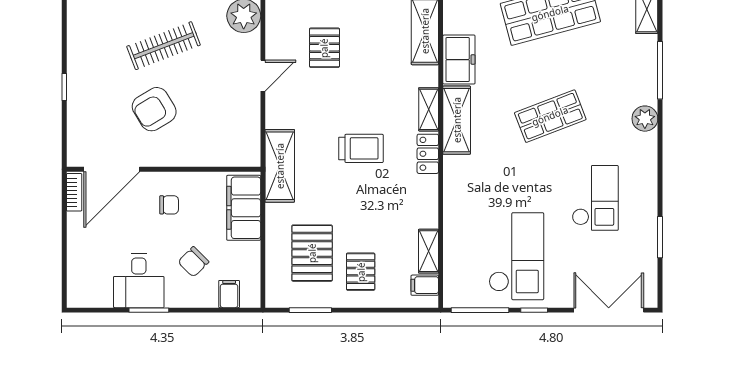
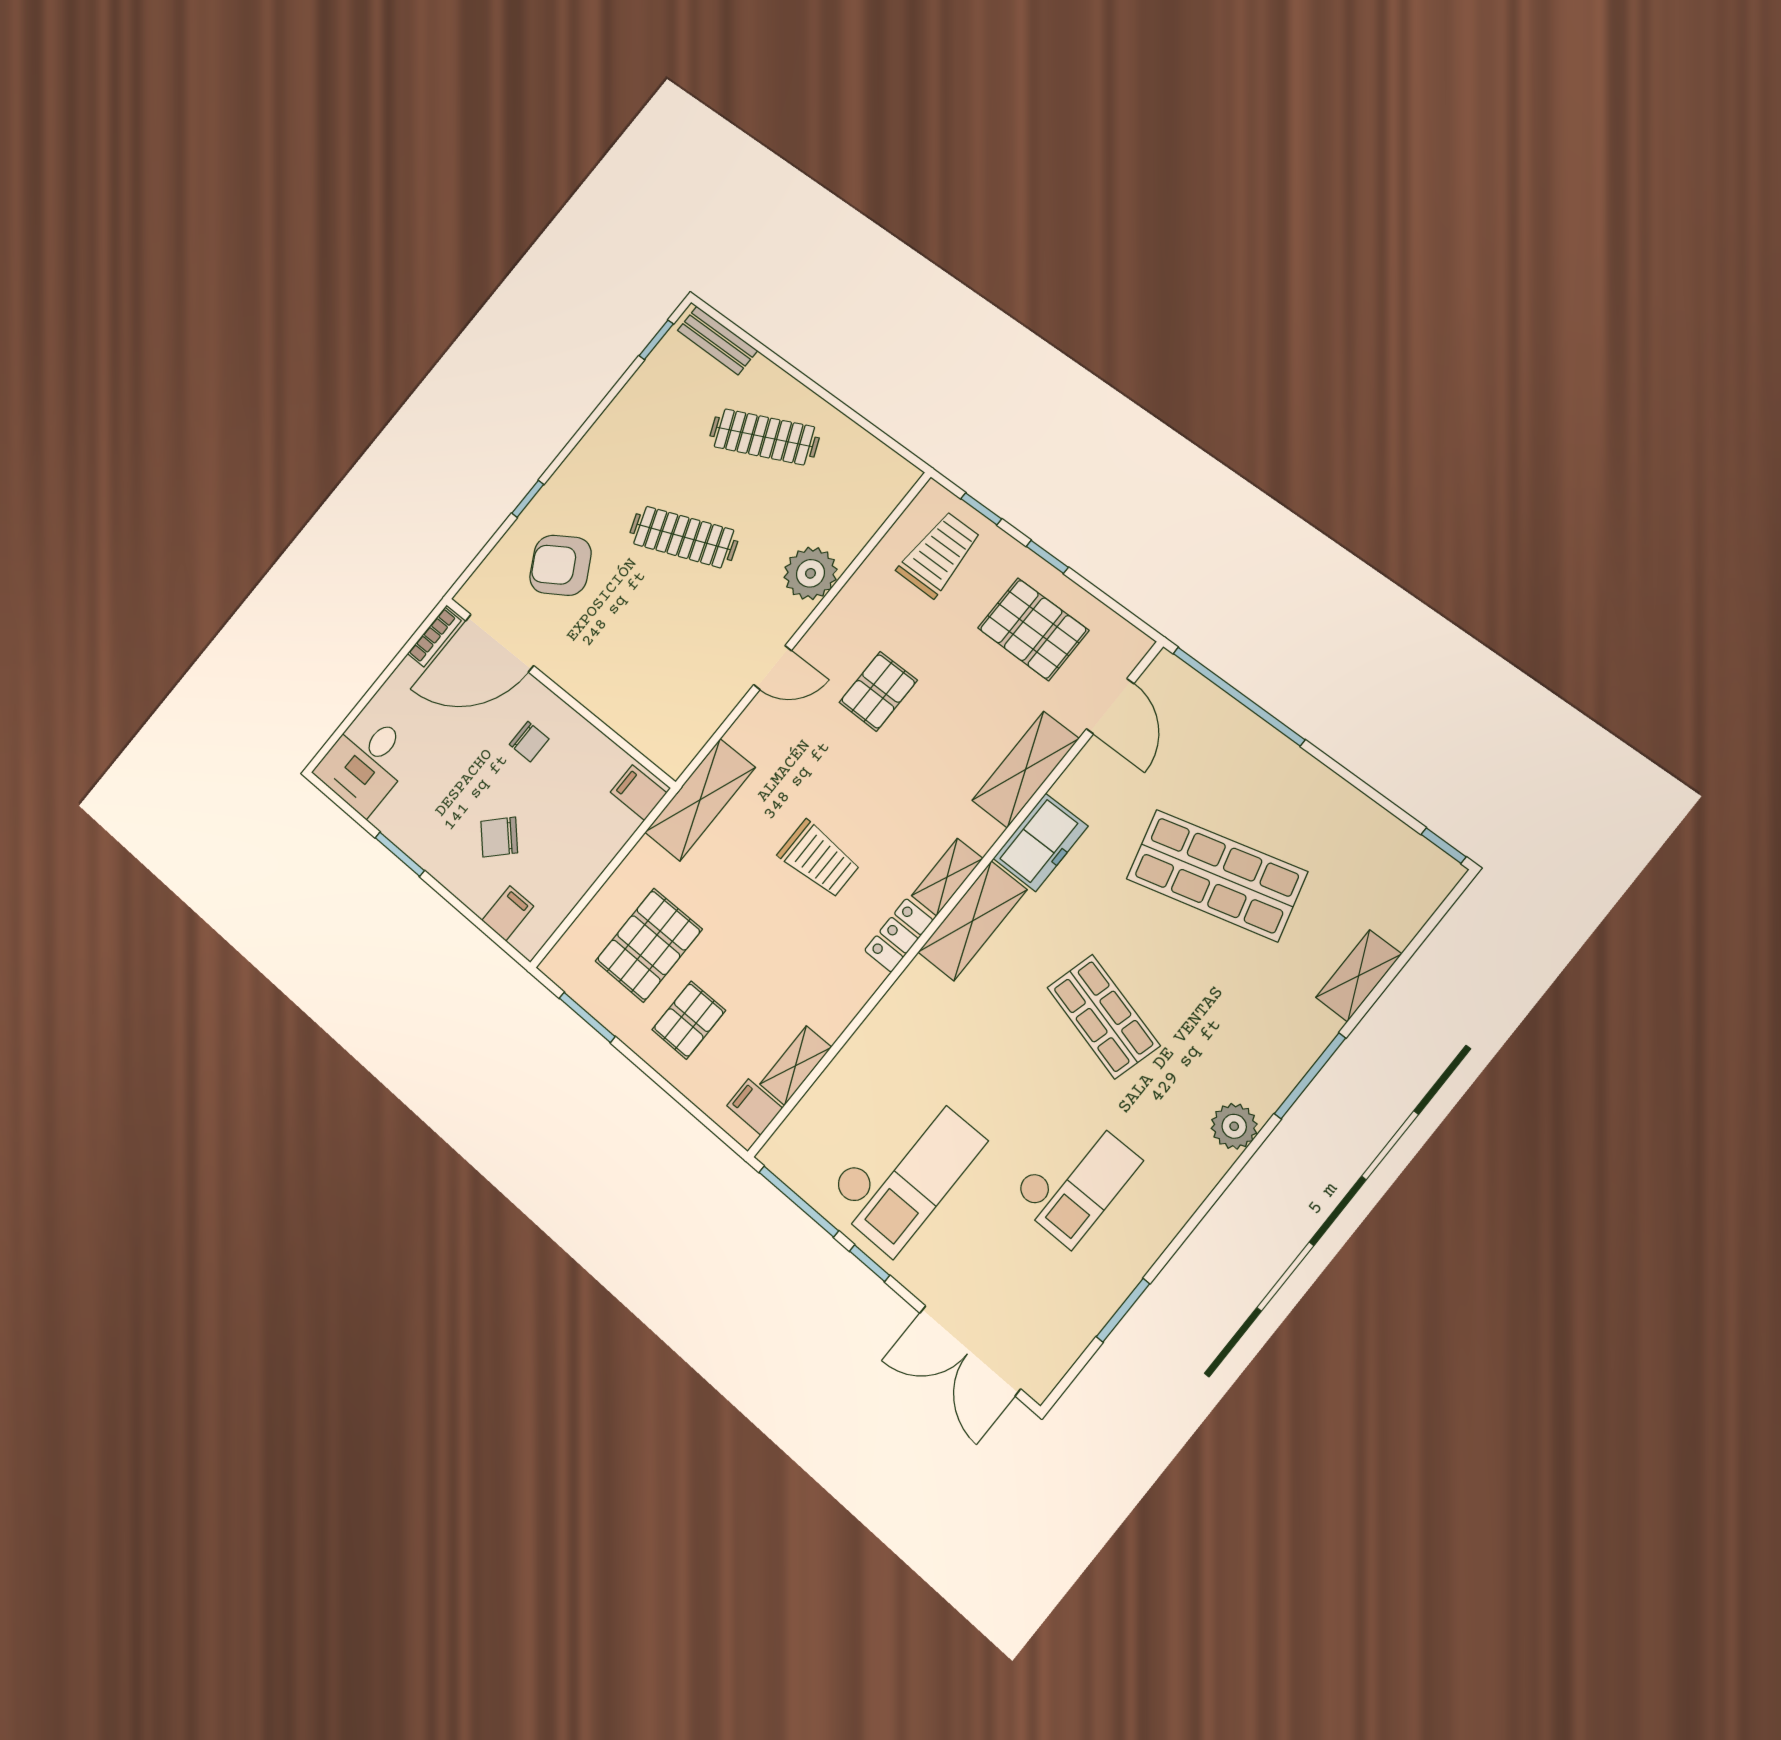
armchair: (154, 109) -> (560, 565), moved
shop shelf: (550, 116) -> (1103, 1016), turned 36
filing cabinet: (244, 208) -> (639, 793), width x0.33, depth x0.86
desk: (139, 281) -> (366, 763), moved
double door: (609, 310) -> (970, 1351), swing flipped

